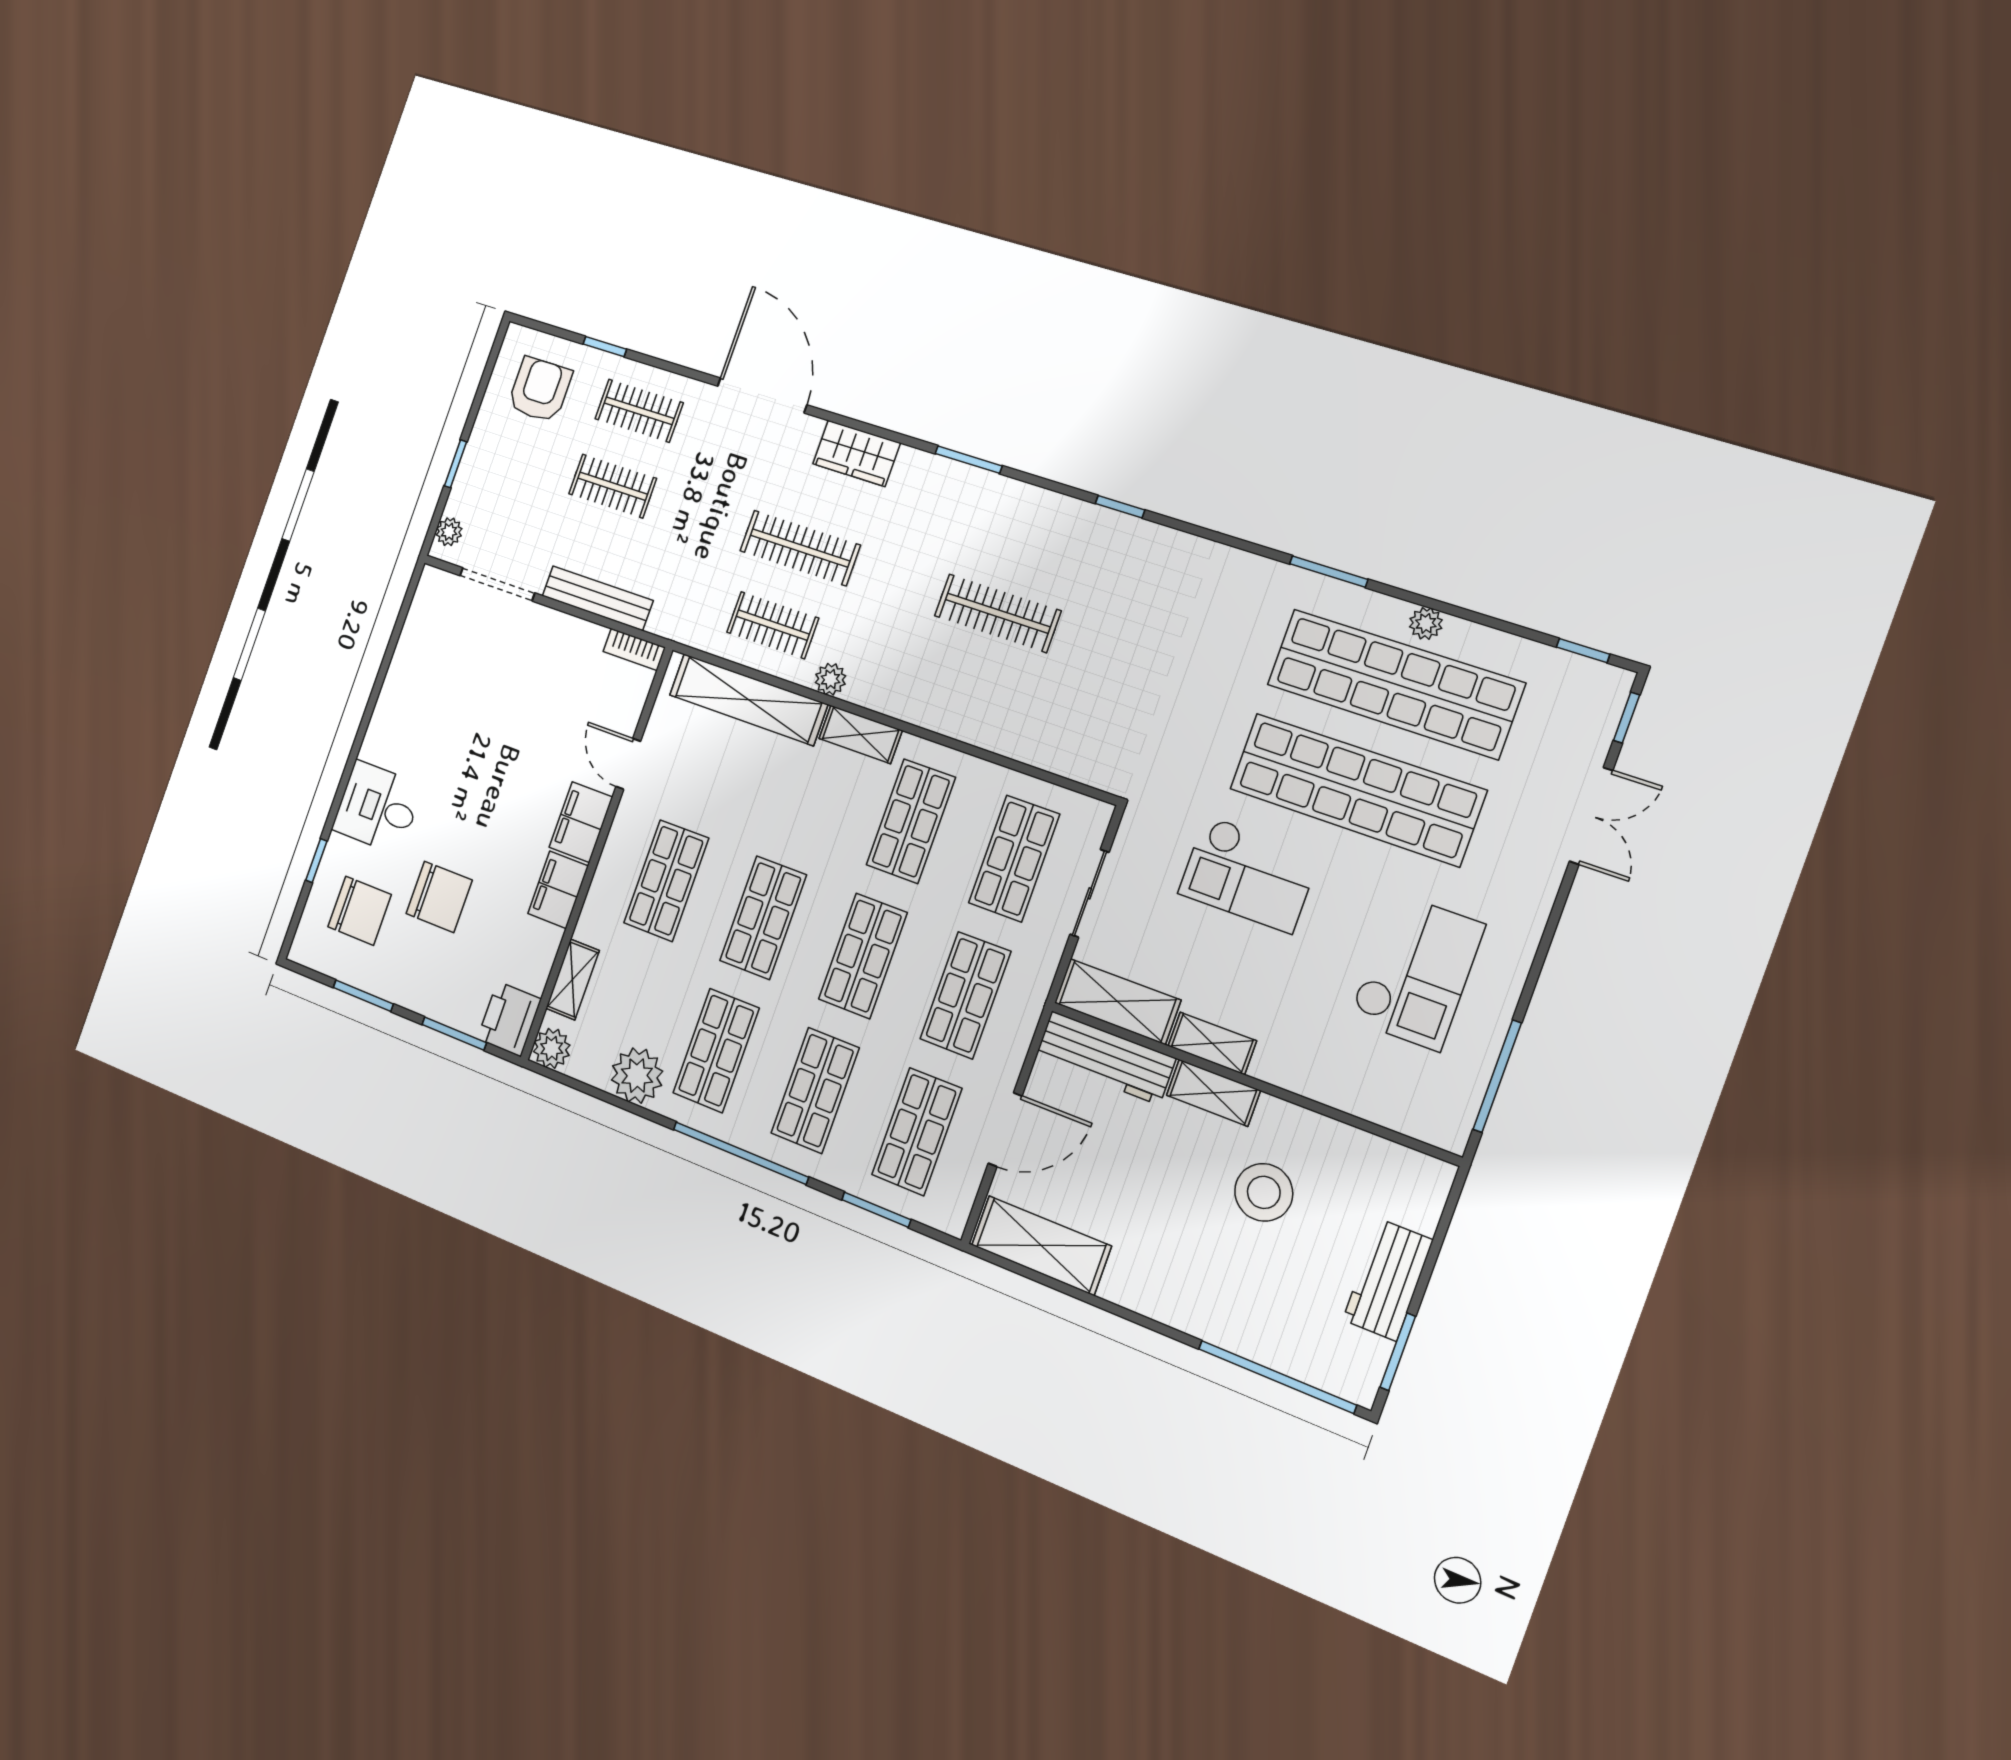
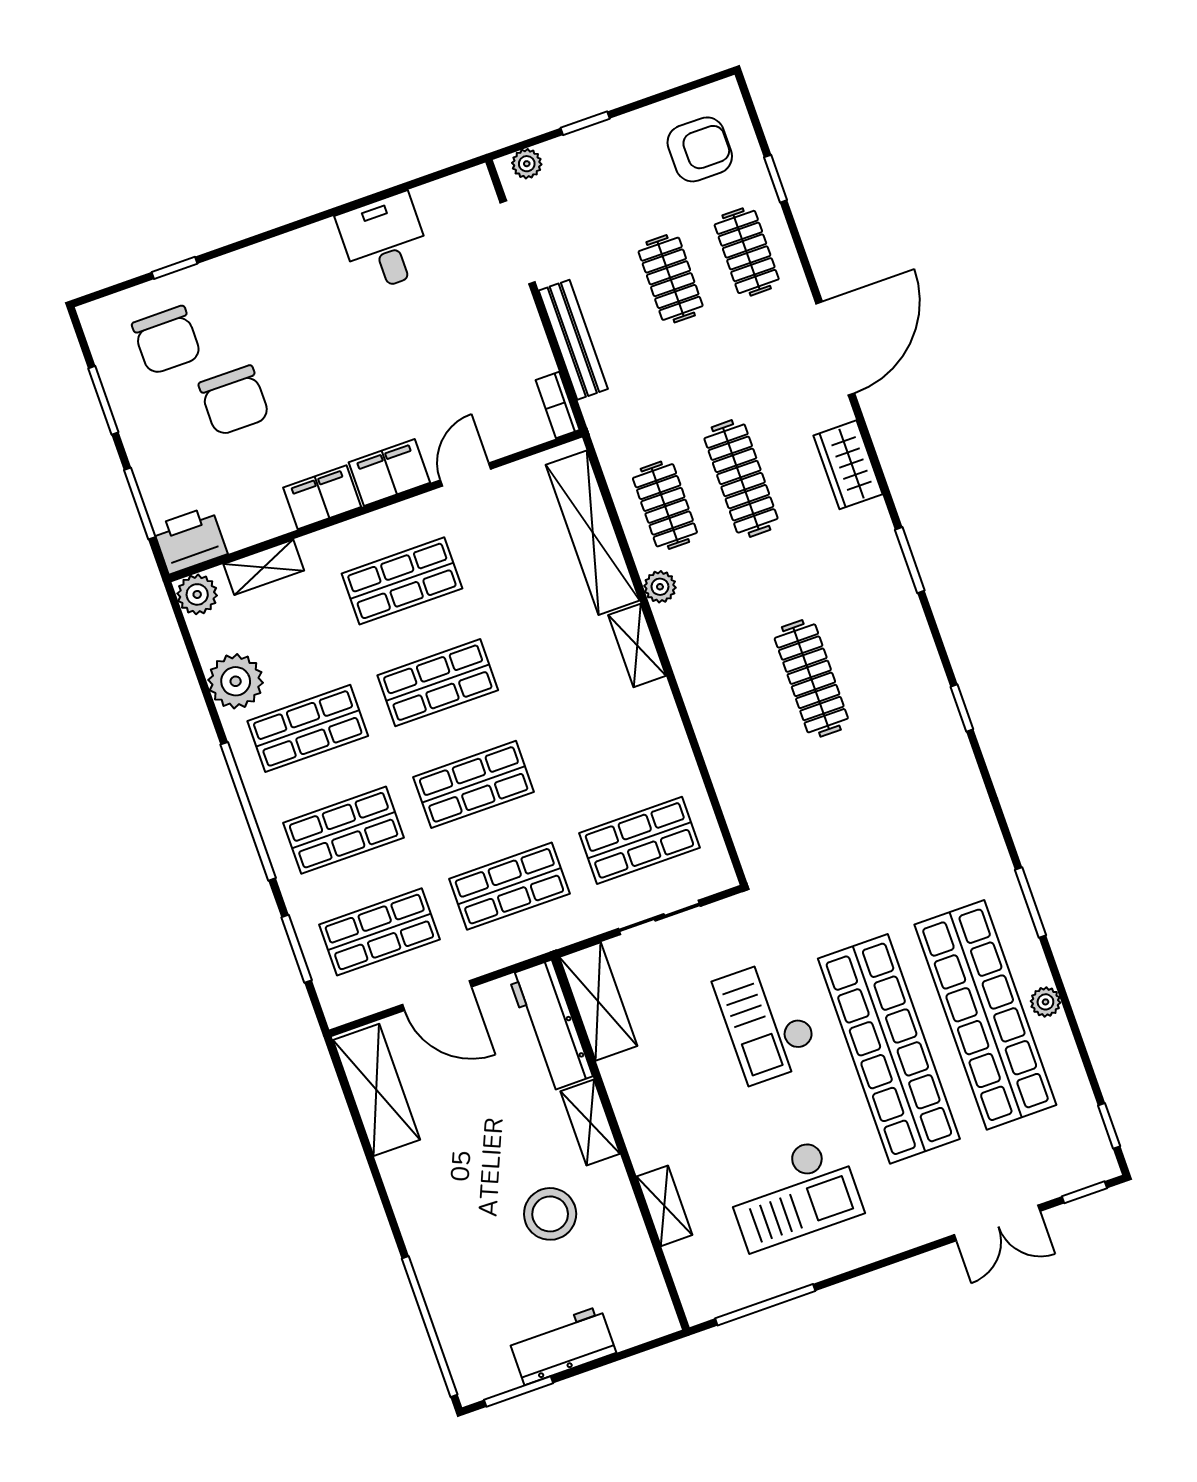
desk: (378, 807) -> (385, 242), moved
shop shelf: (911, 821) -> (604, 739), removed
shelving: (1212, 1043) -> (664, 1206), moved

